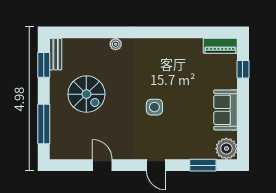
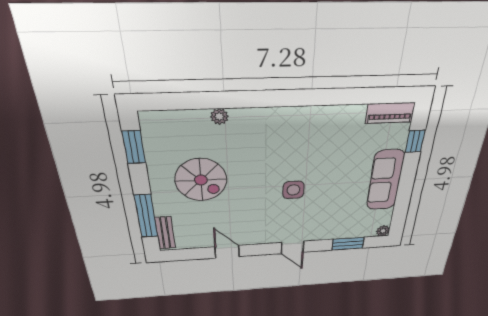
plant: (116, 44) -> (219, 116), moved
bench: (56, 54) -> (165, 233), moved
sofa: (226, 110) -> (385, 180), width x1.36
plant: (226, 149) -> (383, 231), width x0.53, depth x0.53

